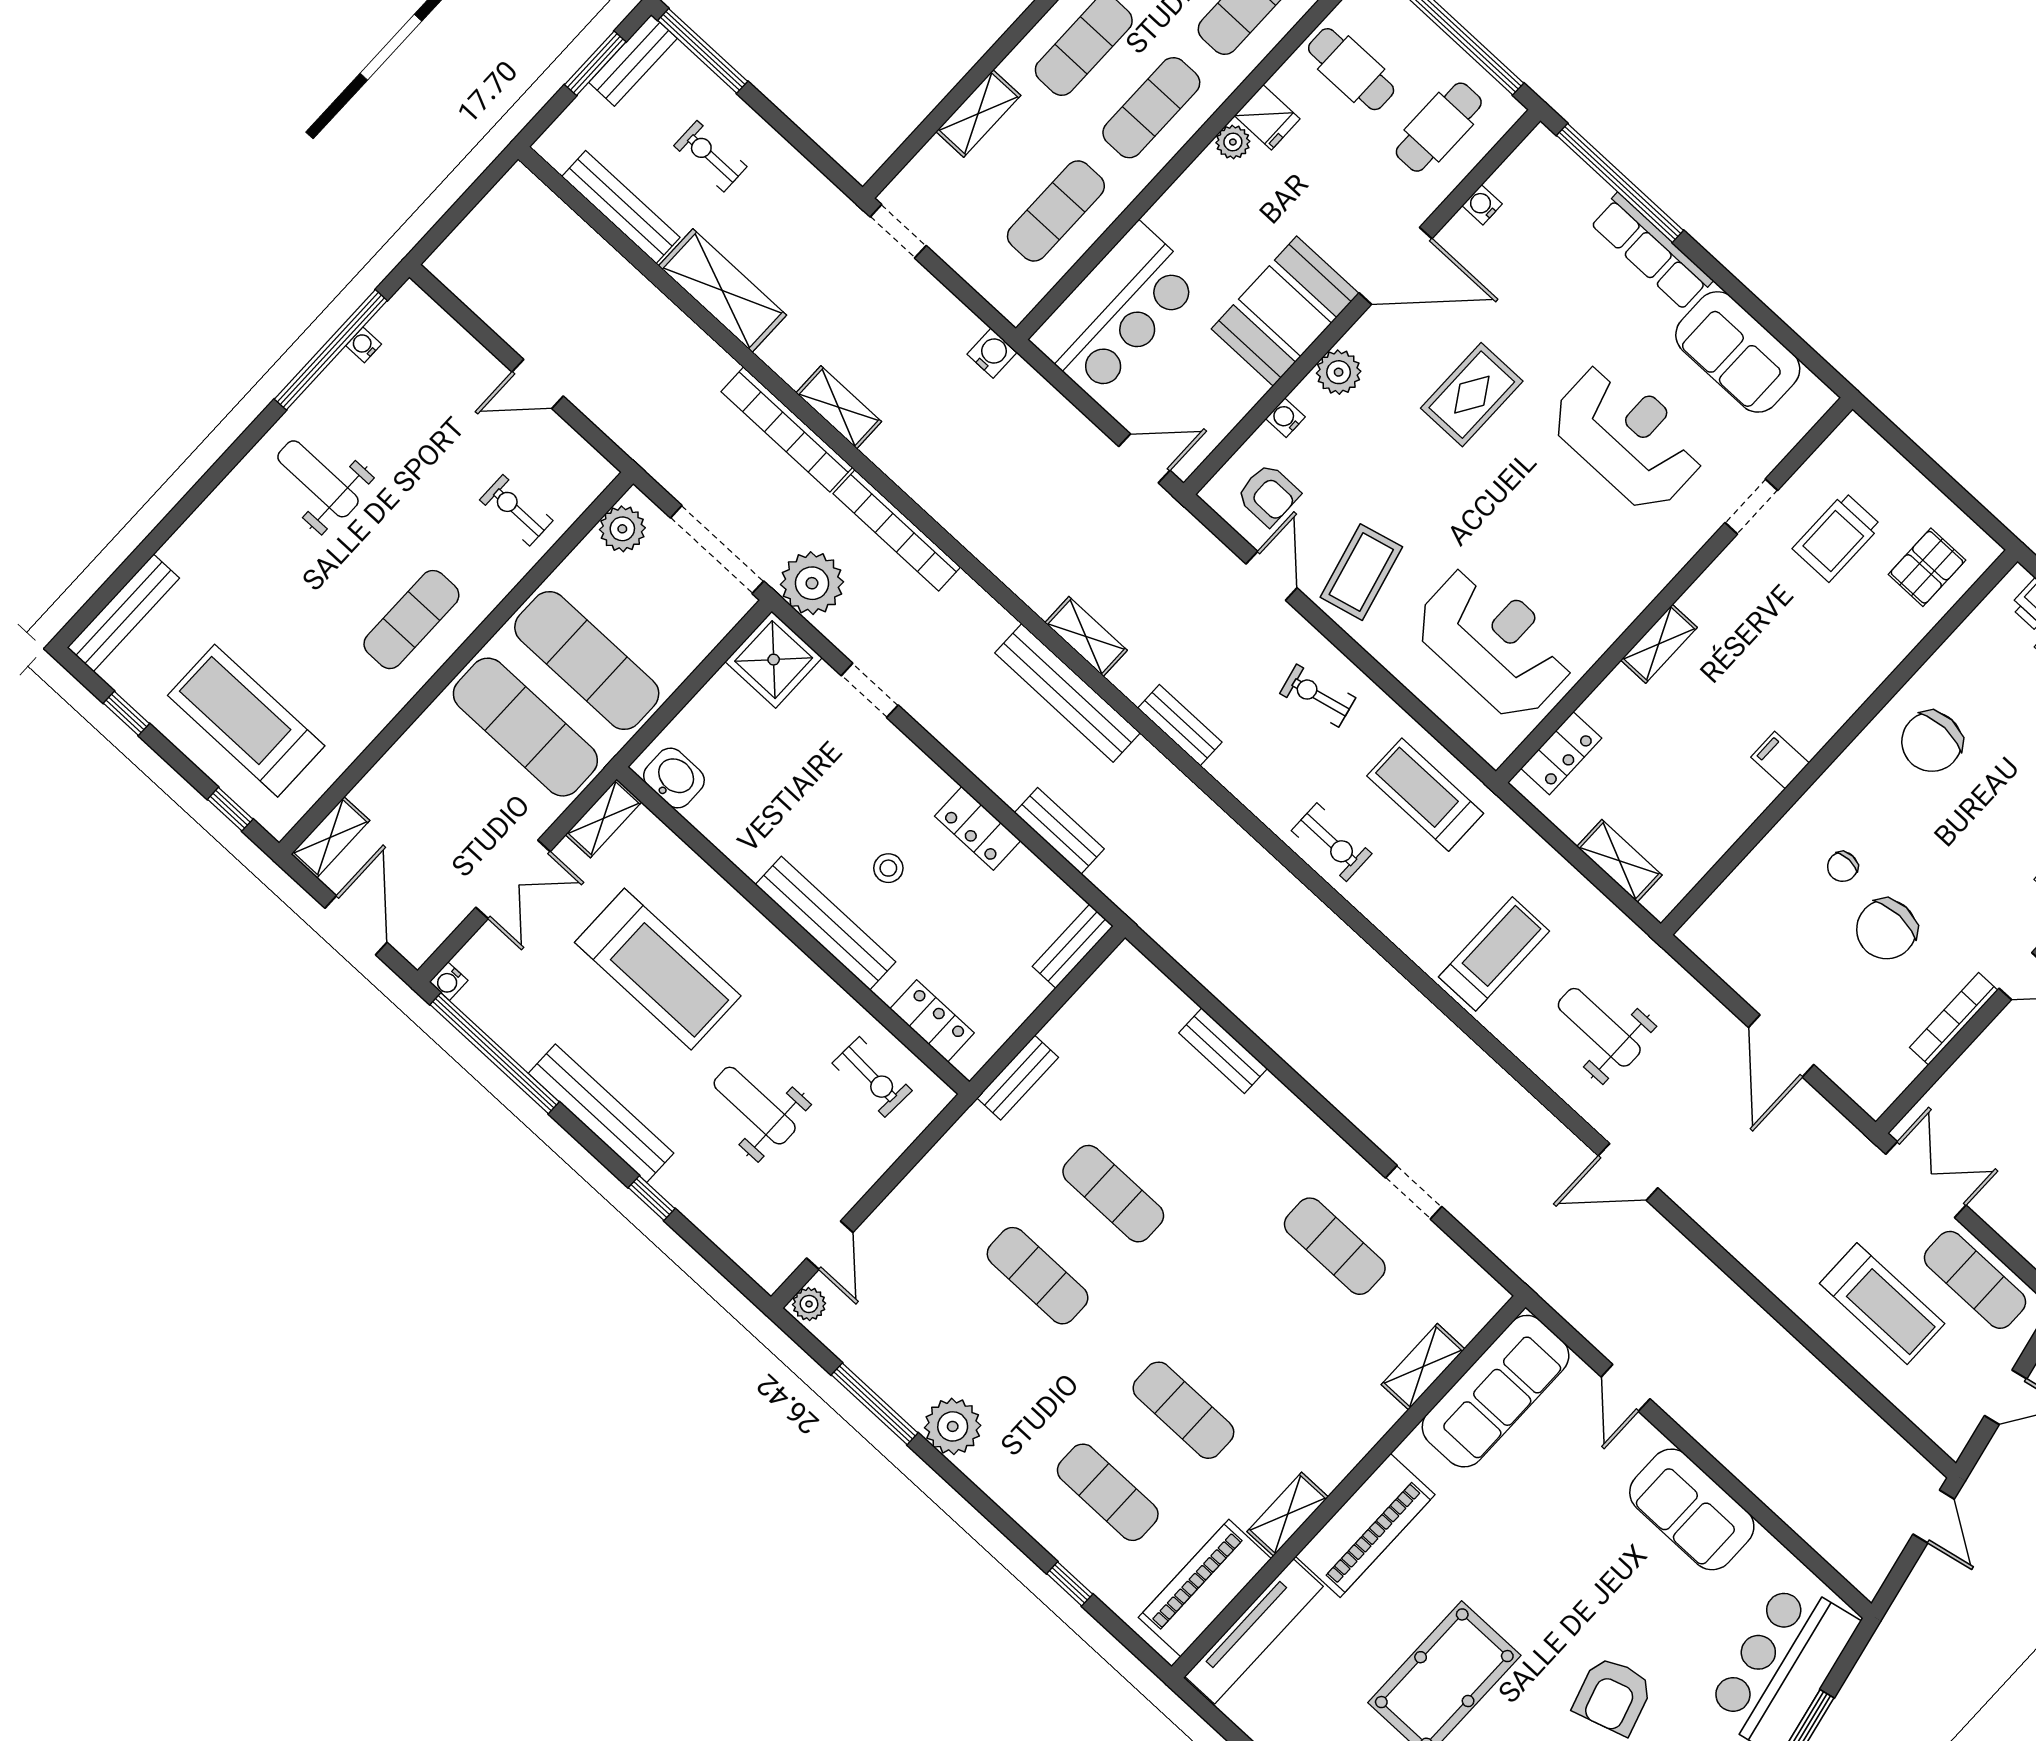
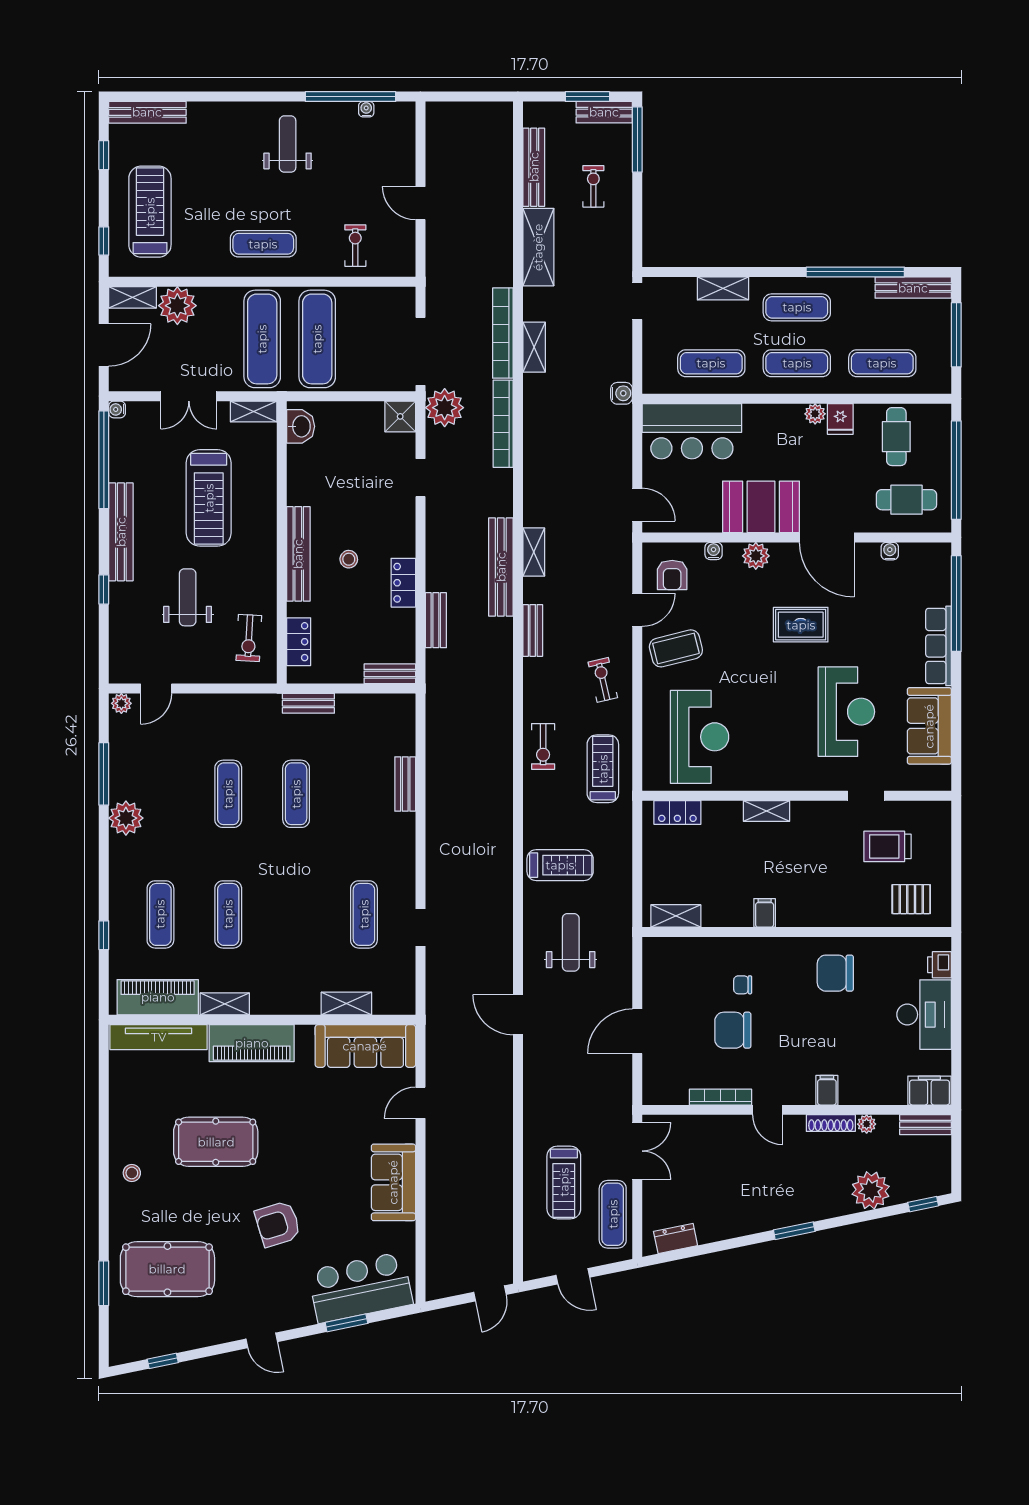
plant: (622, 529) -> (177, 306), moved, width x1.36, depth x1.36
shower: (774, 660) -> (400, 416), width x0.73, depth x0.73
shelving: (1619, 861) -> (676, 916), moved, turned 90

